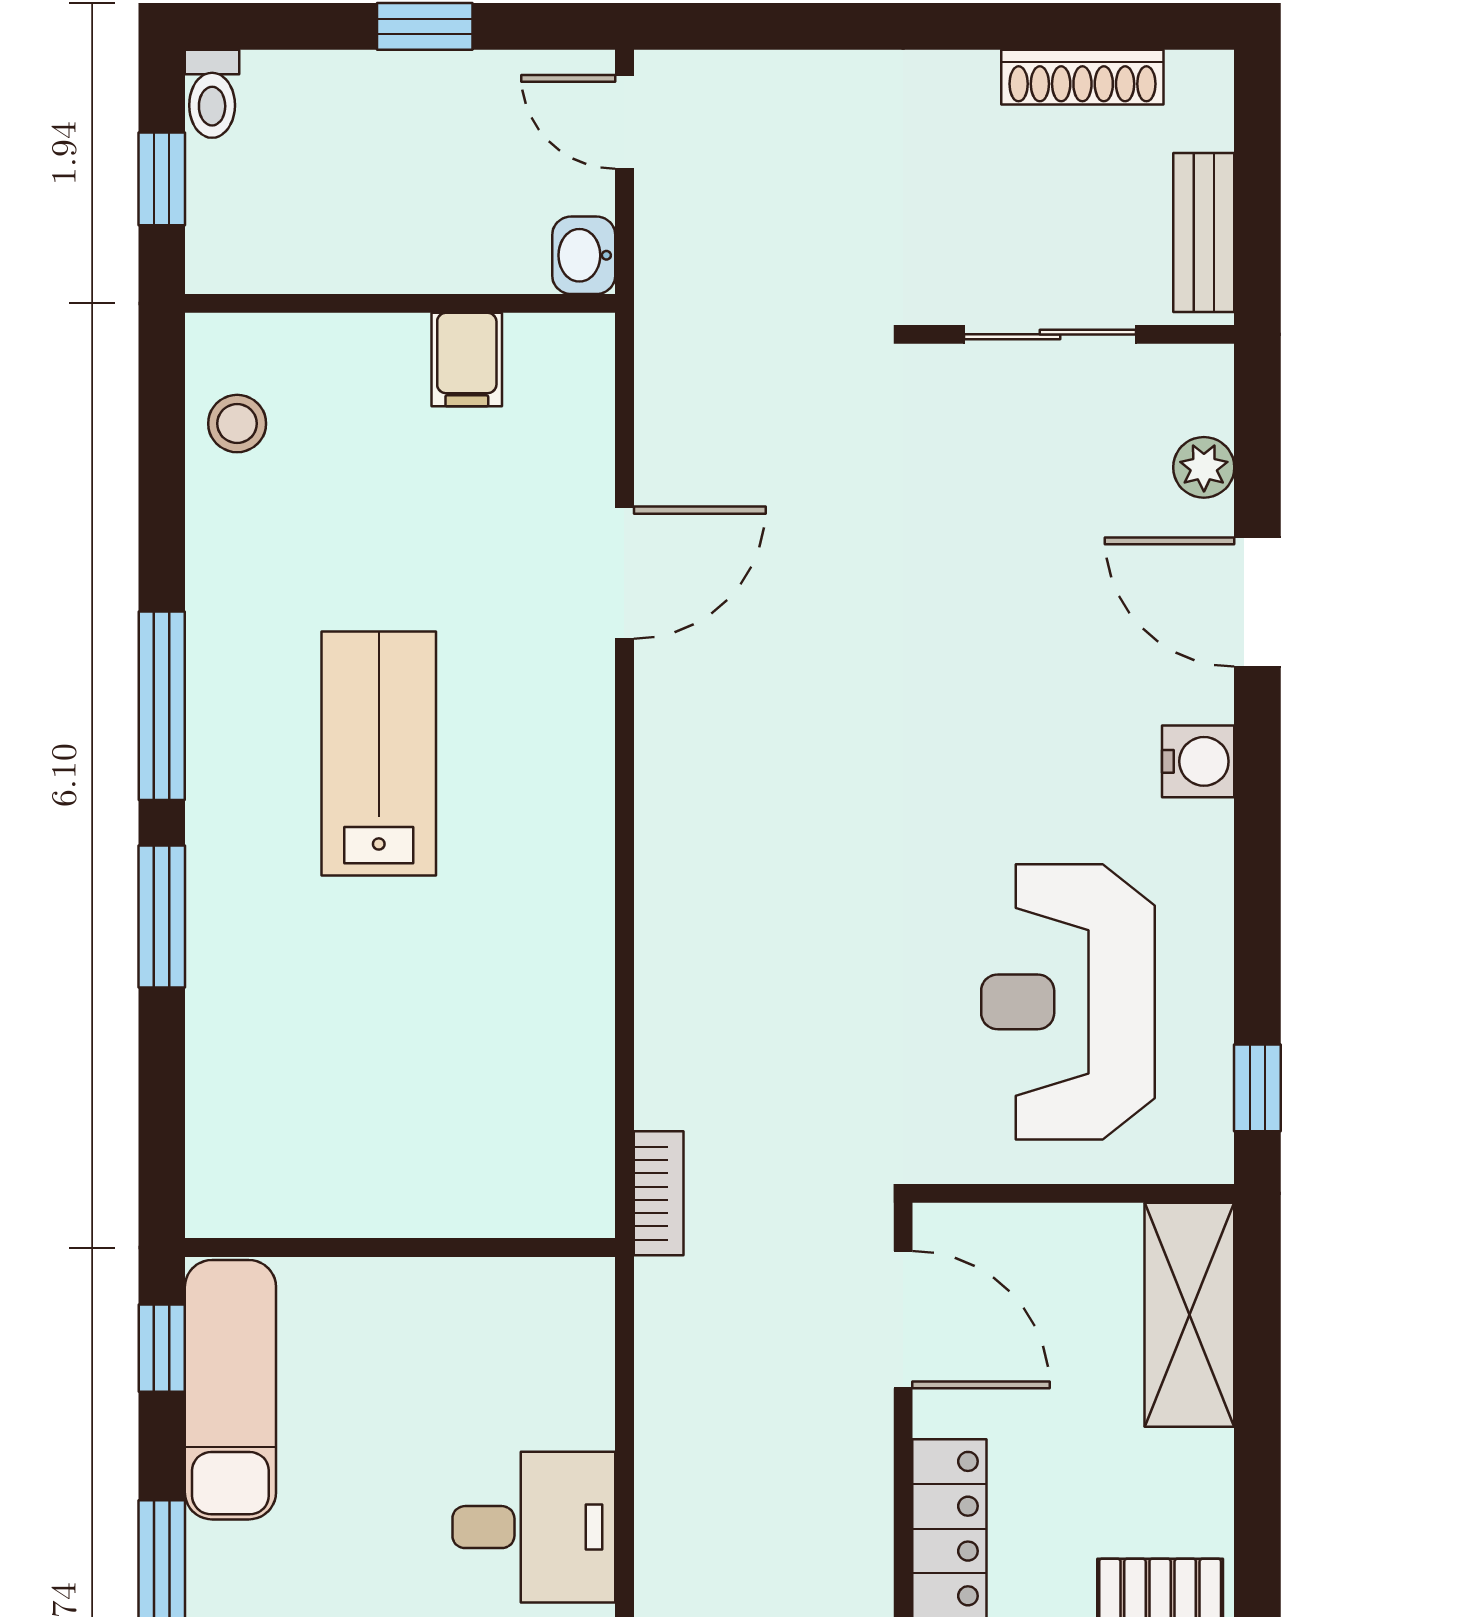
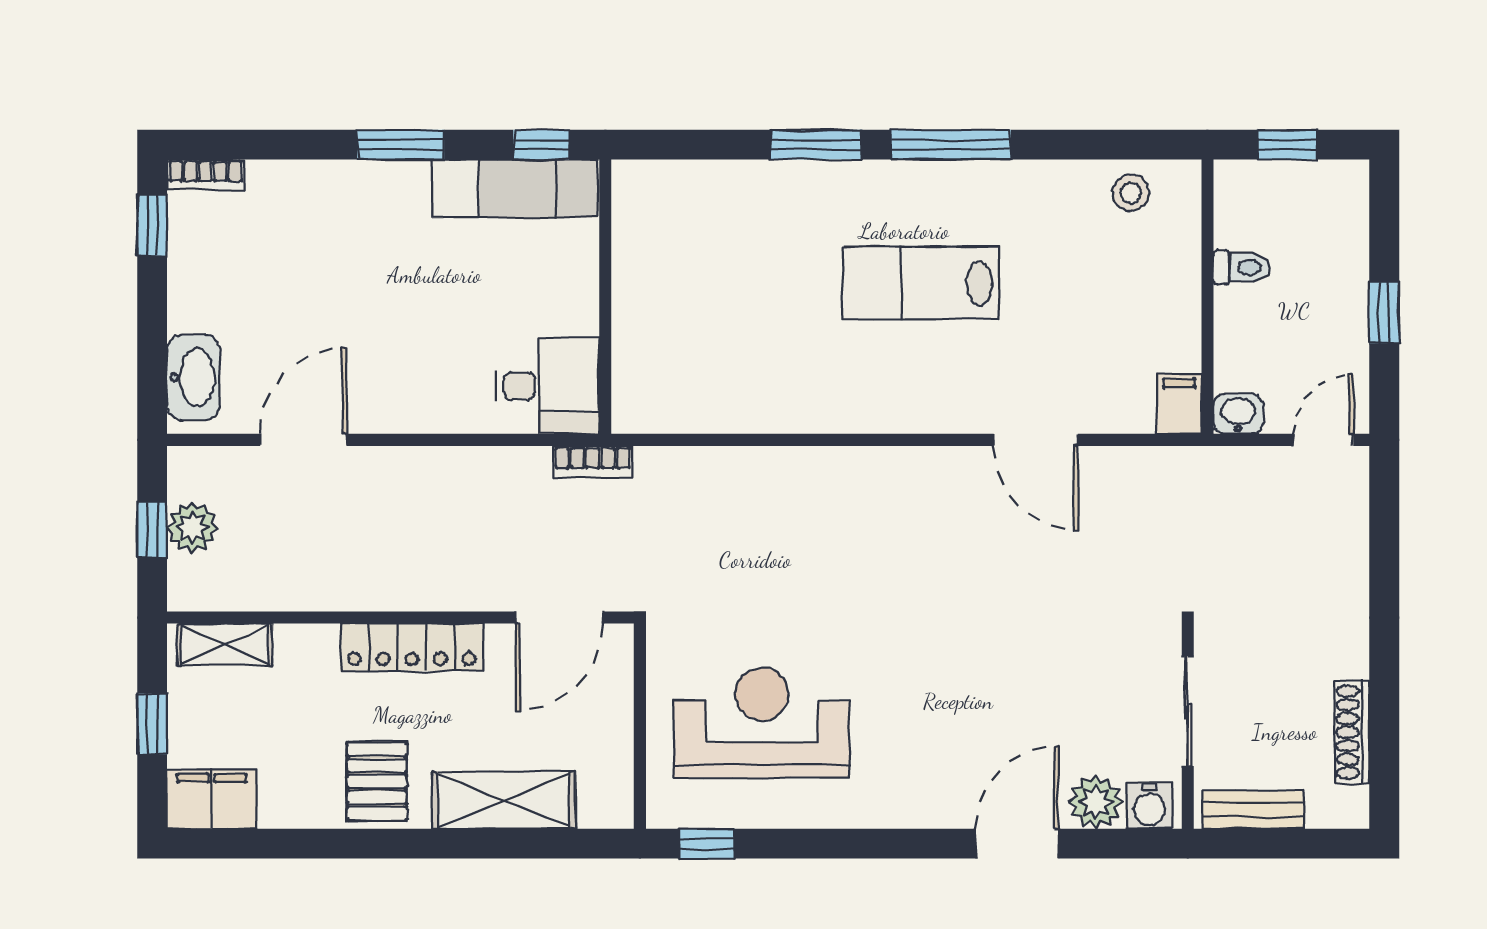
toilet: (212, 94) -> (1242, 267), moved, turned 180
filing cabinet: (467, 360) -> (1179, 404), moved, turned 90
plant: (1204, 467) -> (1096, 802), width x1.38, depth x1.38
lab bench: (379, 754) -> (920, 283), turned 180
water cooler: (1198, 761) -> (1149, 806), moved
bookcase: (659, 1193) -> (593, 462), moved
shelving: (1189, 1315) -> (504, 800), moved
desk: (534, 1527) -> (547, 386), moved, turned -90

